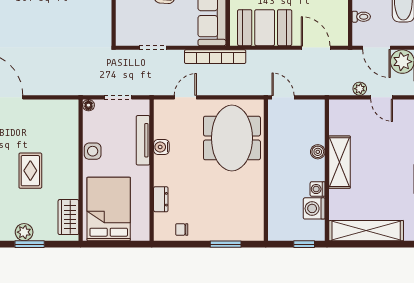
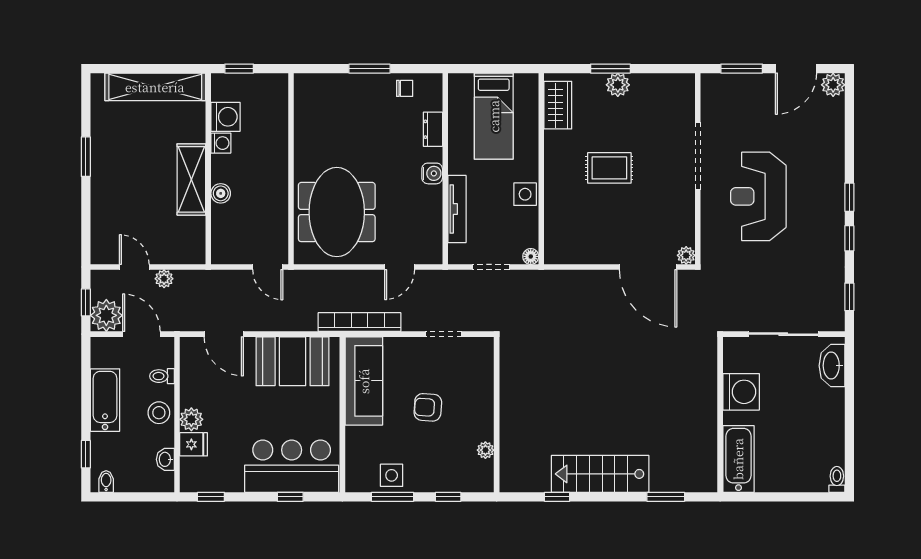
water cooler: (161, 147) -> (432, 173), moved
rug: (30, 171) -> (609, 168), turned 90
bed: (109, 209) -> (494, 116), width x0.67
window: (226, 244) -> (370, 69), moved

